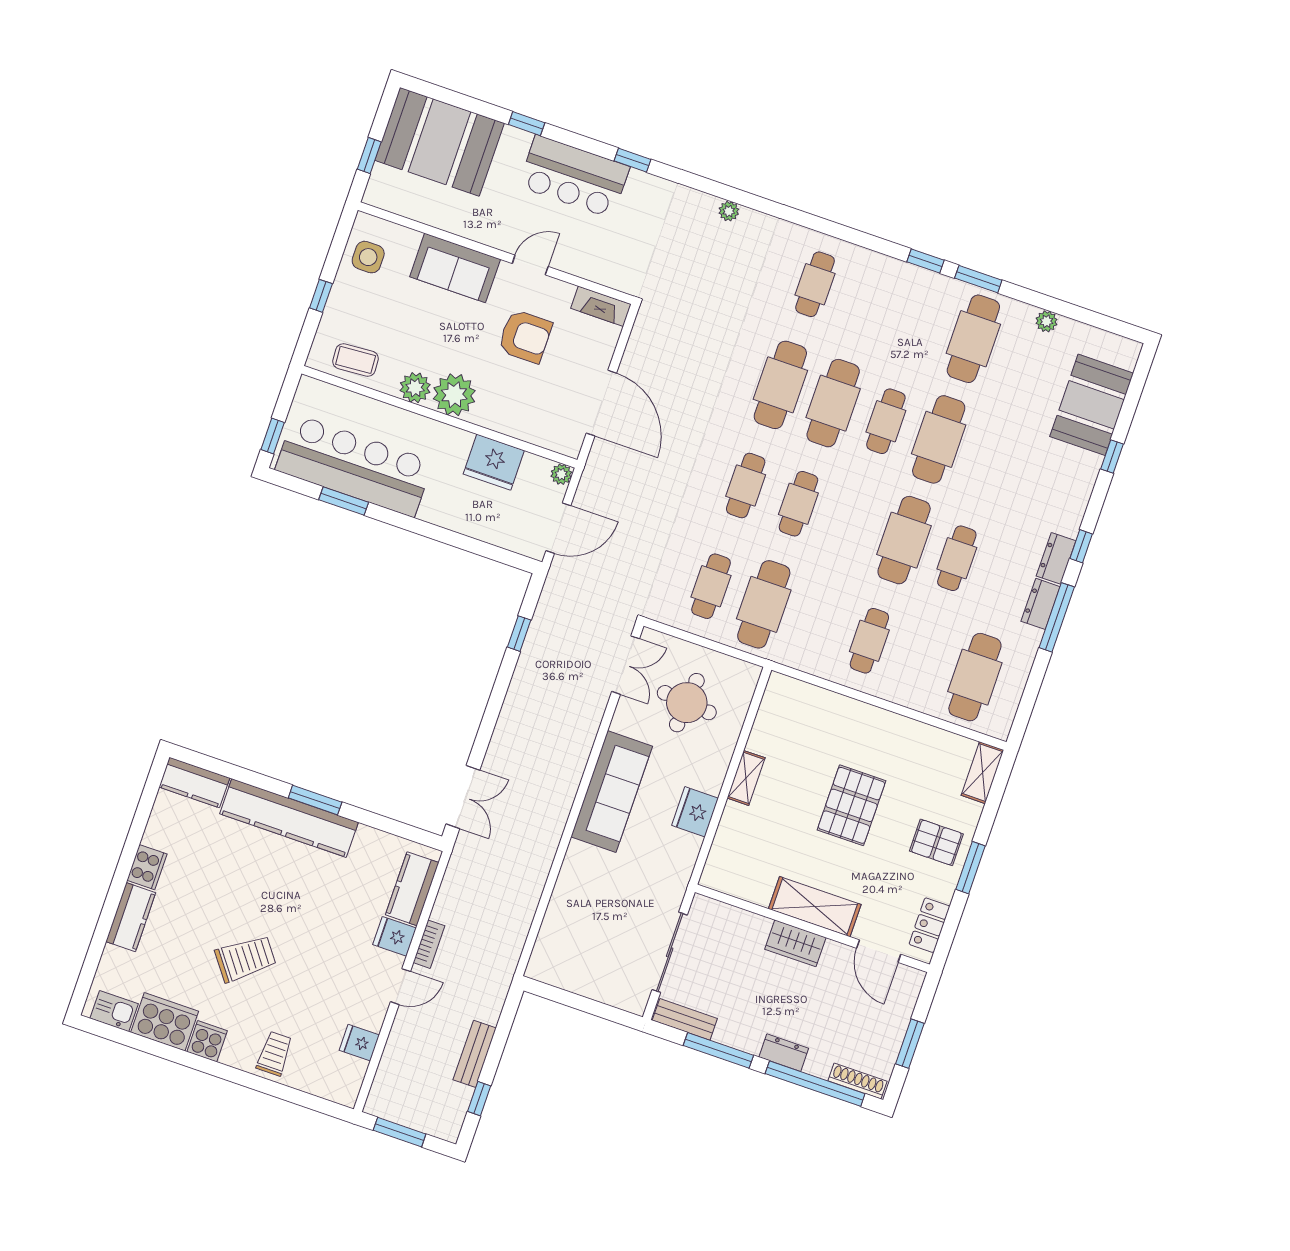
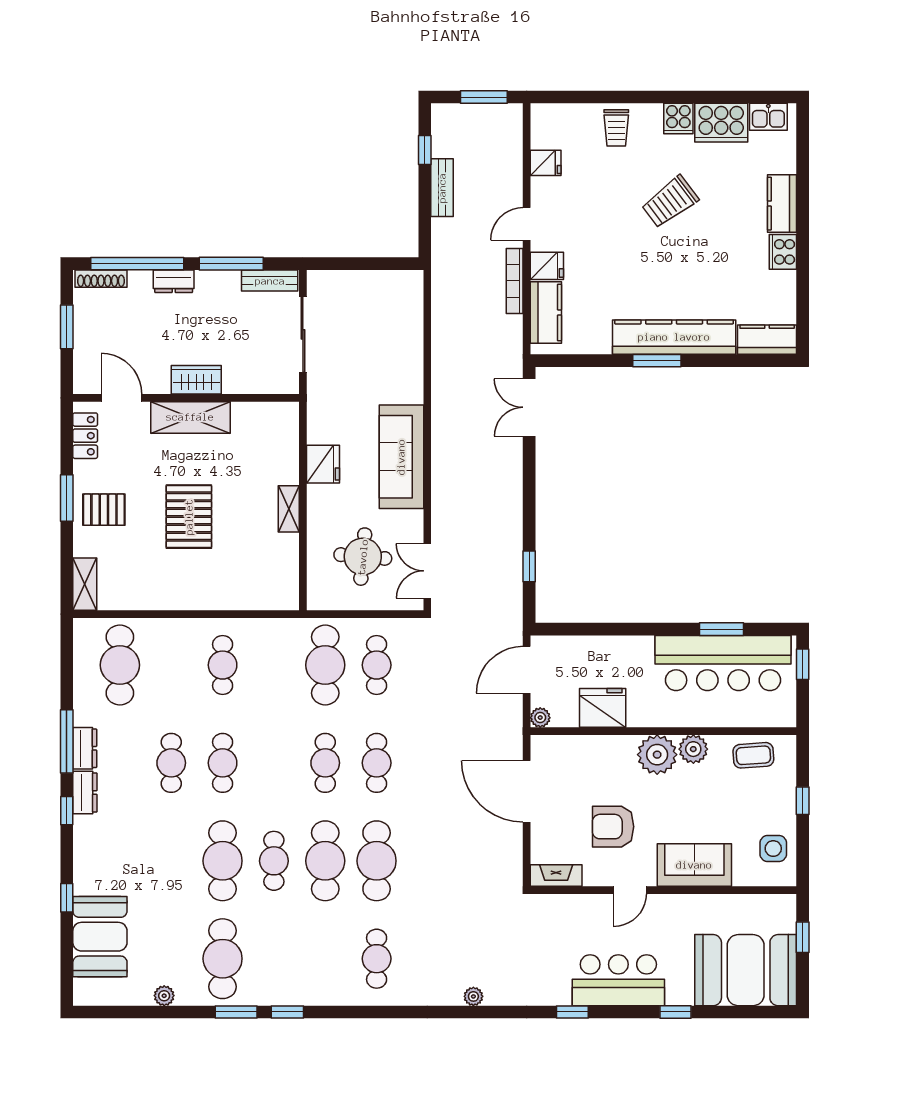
cafe table: (904, 540) -> (223, 763), width x0.73, depth x0.74
bookcase: (429, 944) -> (515, 281), width x1.56

